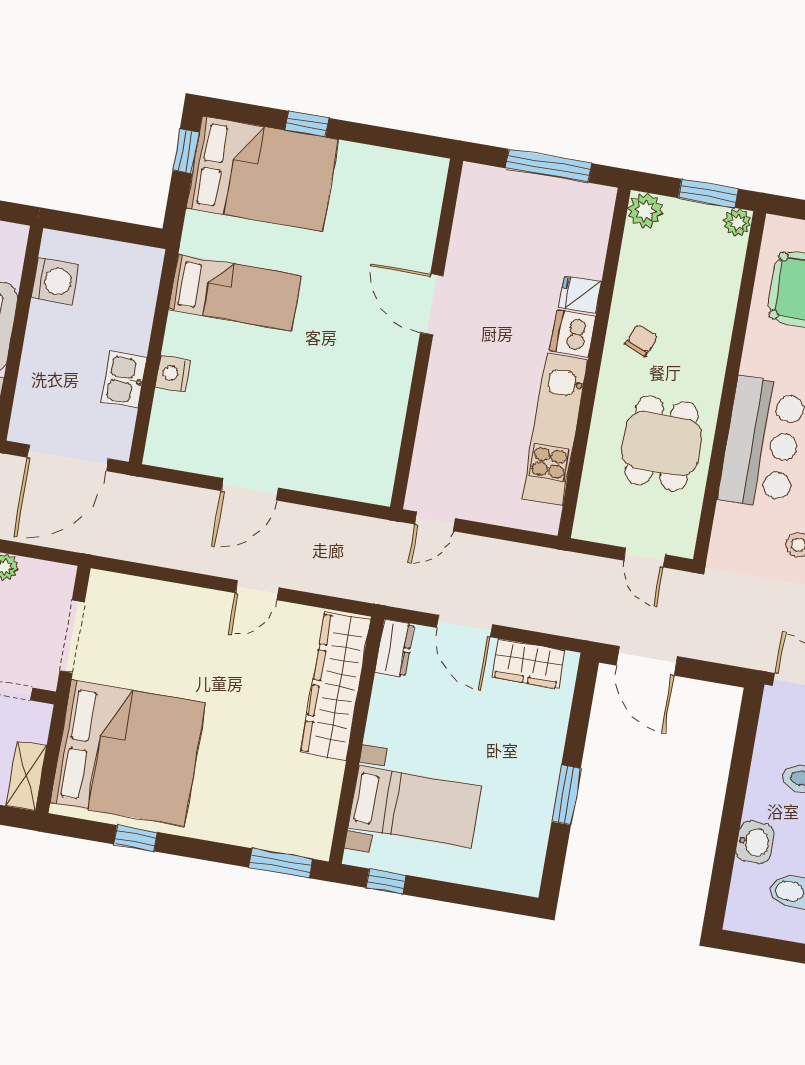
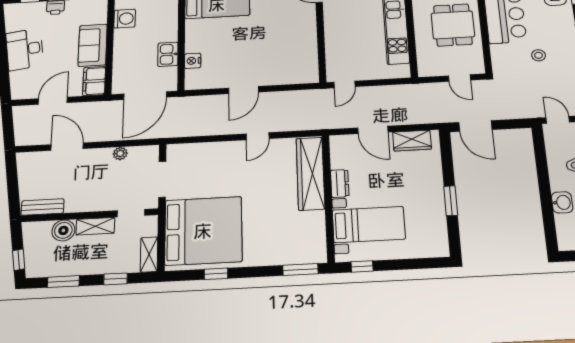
nightstand: (173, 374) -> (193, 61), moved
dresser: (394, 648) -> (340, 183), moved

